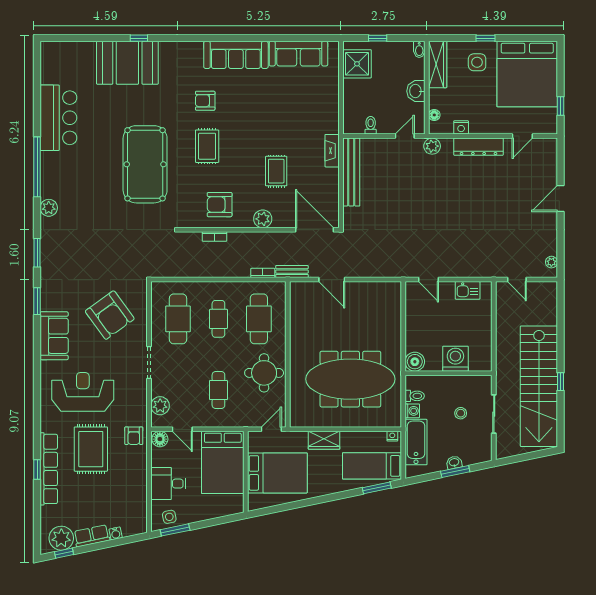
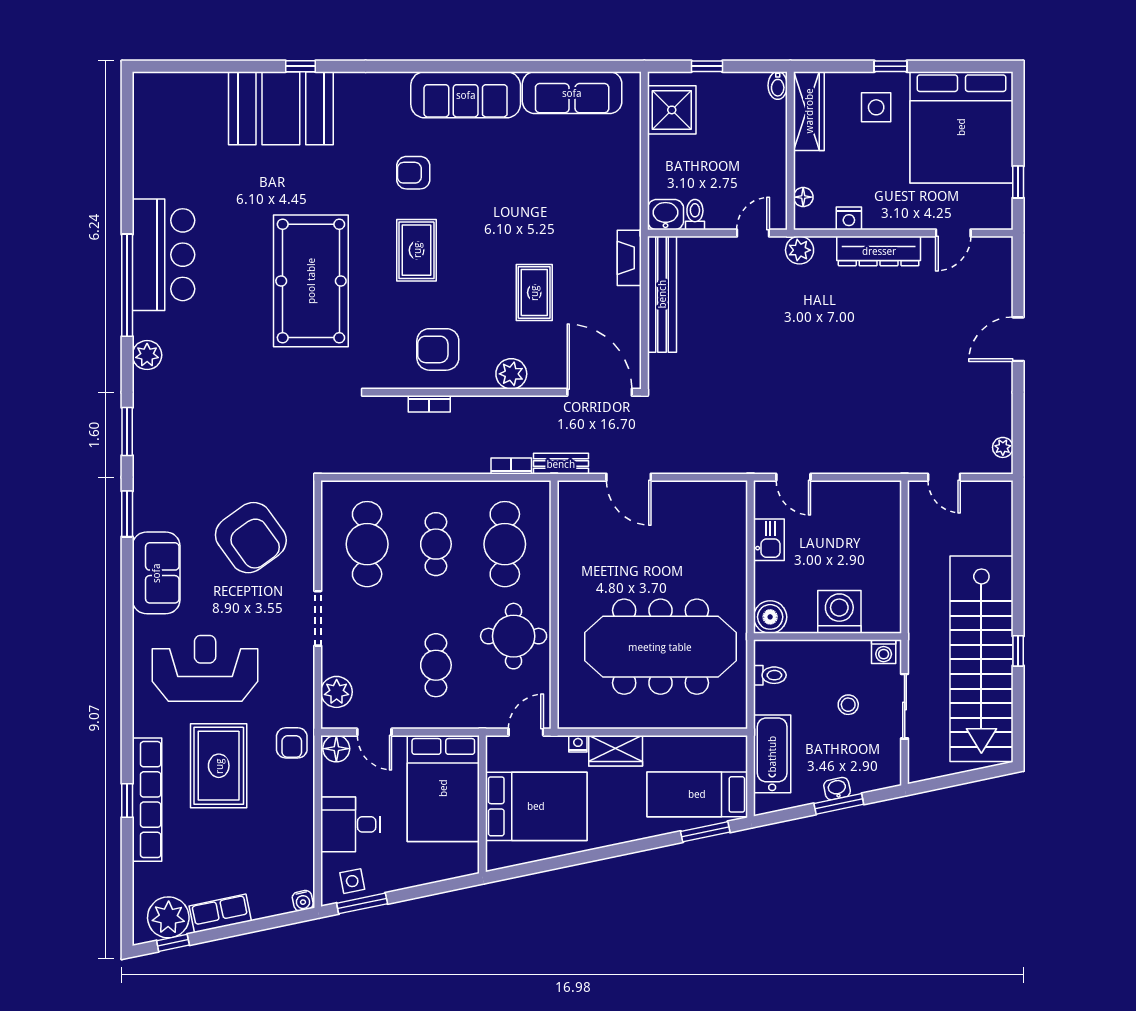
washbasin: (416, 91) -> (666, 215), moved, turned 90
bar counter: (58, 118) -> (163, 255), moved
kitchen sink: (468, 290) -> (769, 540), moved, turned -90
washing machine: (412, 411) -> (884, 652), moved, turned 90
nightstand: (392, 436) -> (578, 744), moved
water cooler: (116, 533) -> (303, 901), moved

